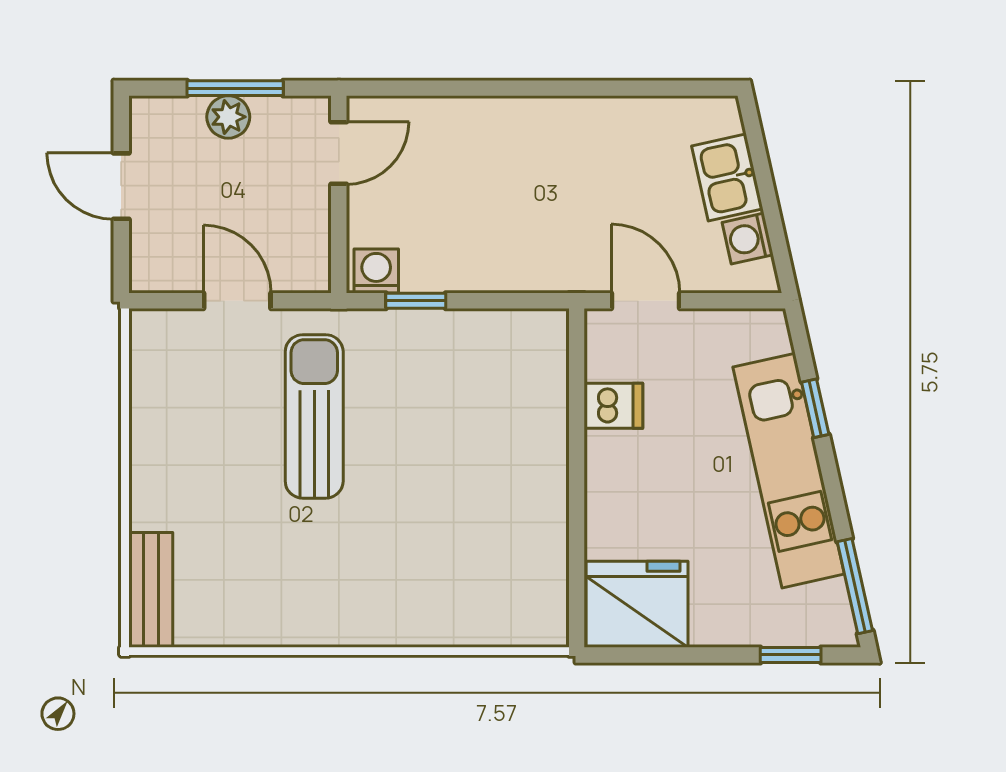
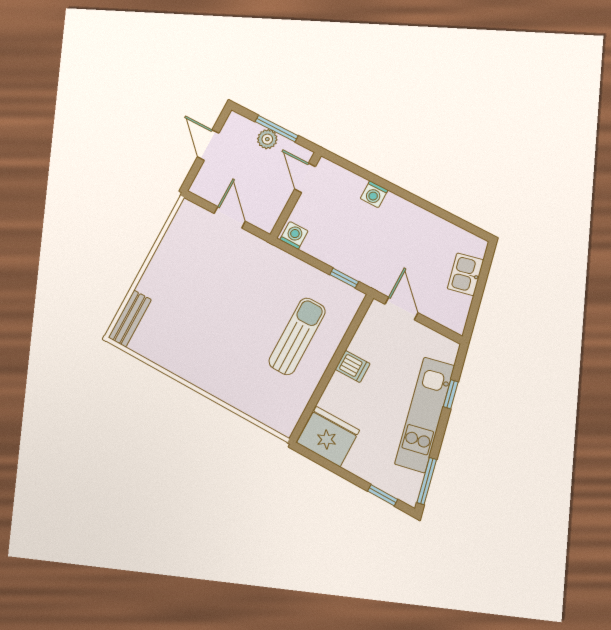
door: (339, 153) -> (305, 178), swing flipped
washing machine: (748, 239) -> (374, 194), moved, turned -77
window: (416, 301) -> (344, 278), moved
dishwasher: (613, 406) -> (353, 366), moved
sun lounger: (314, 416) -> (297, 336), moved

